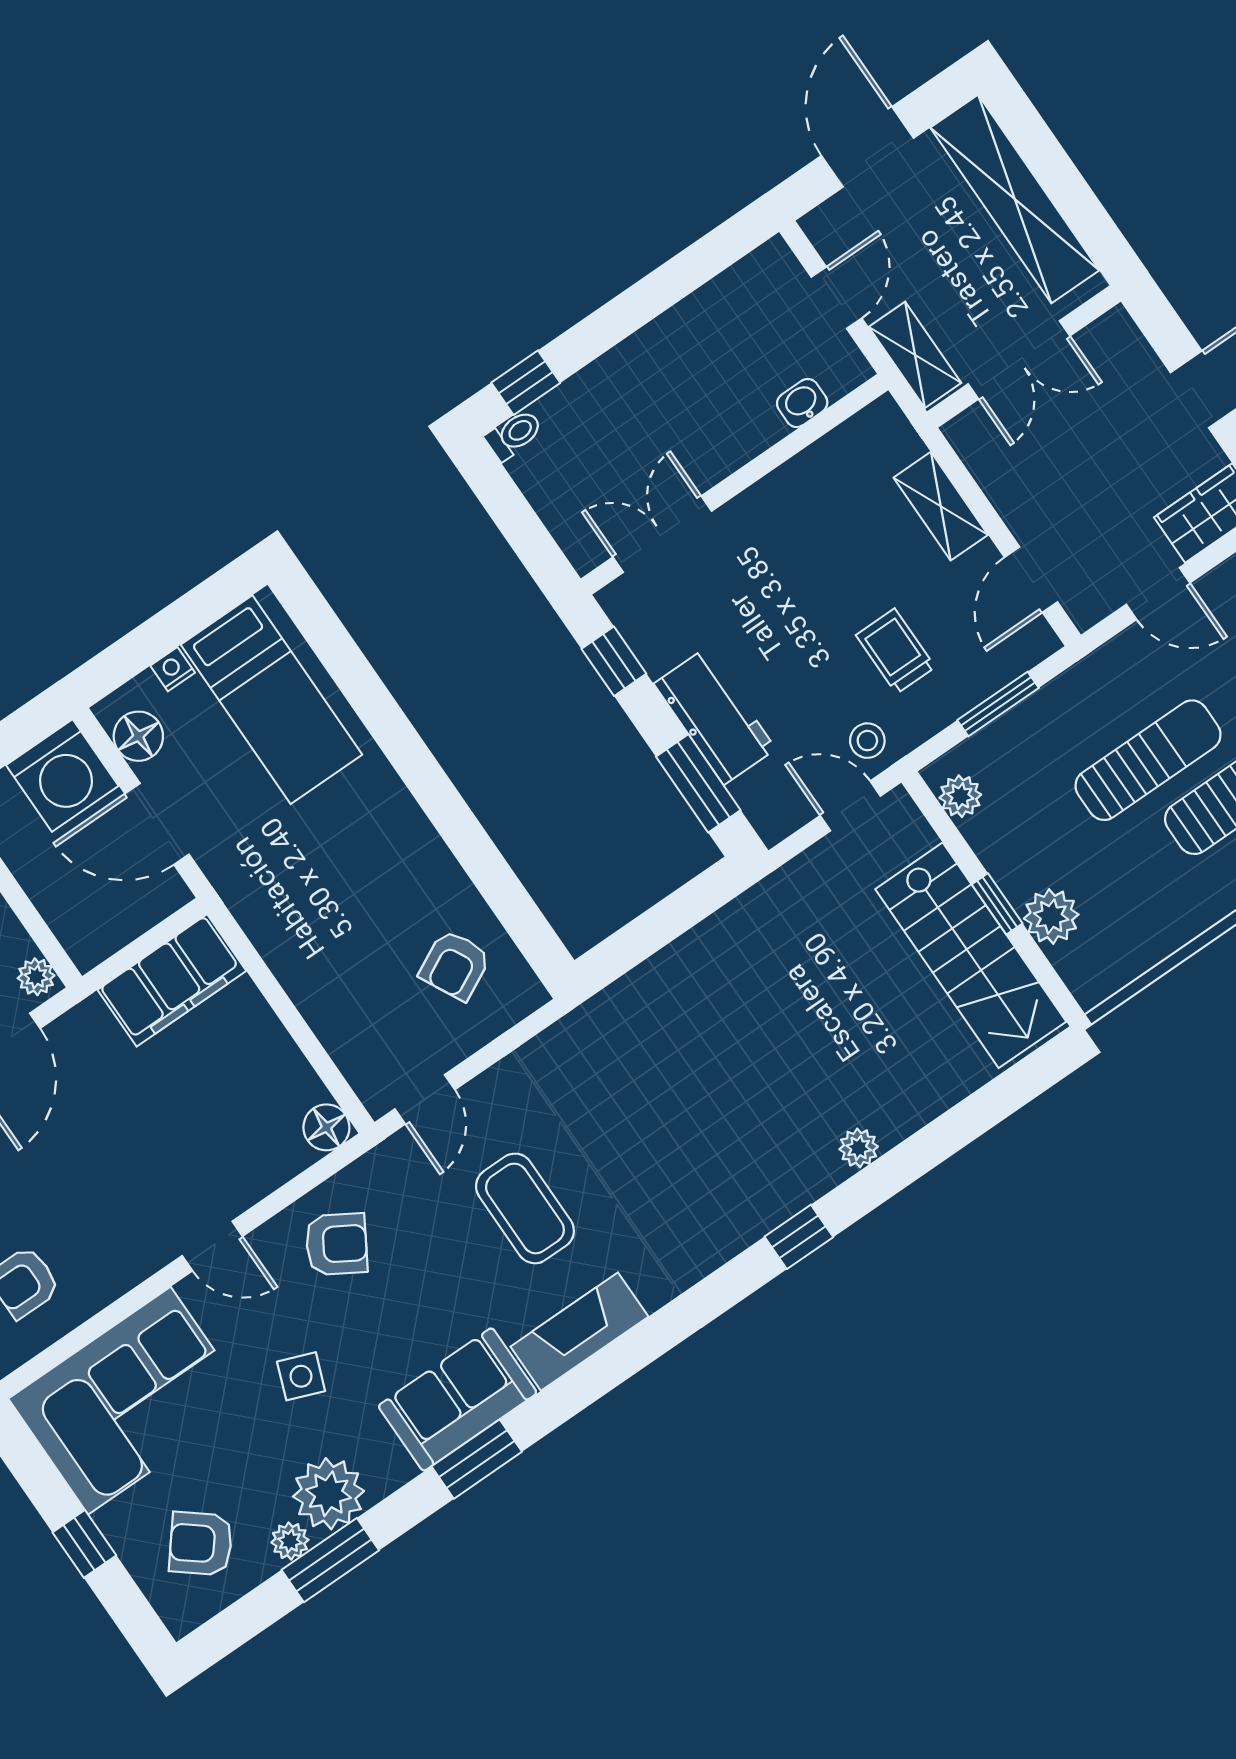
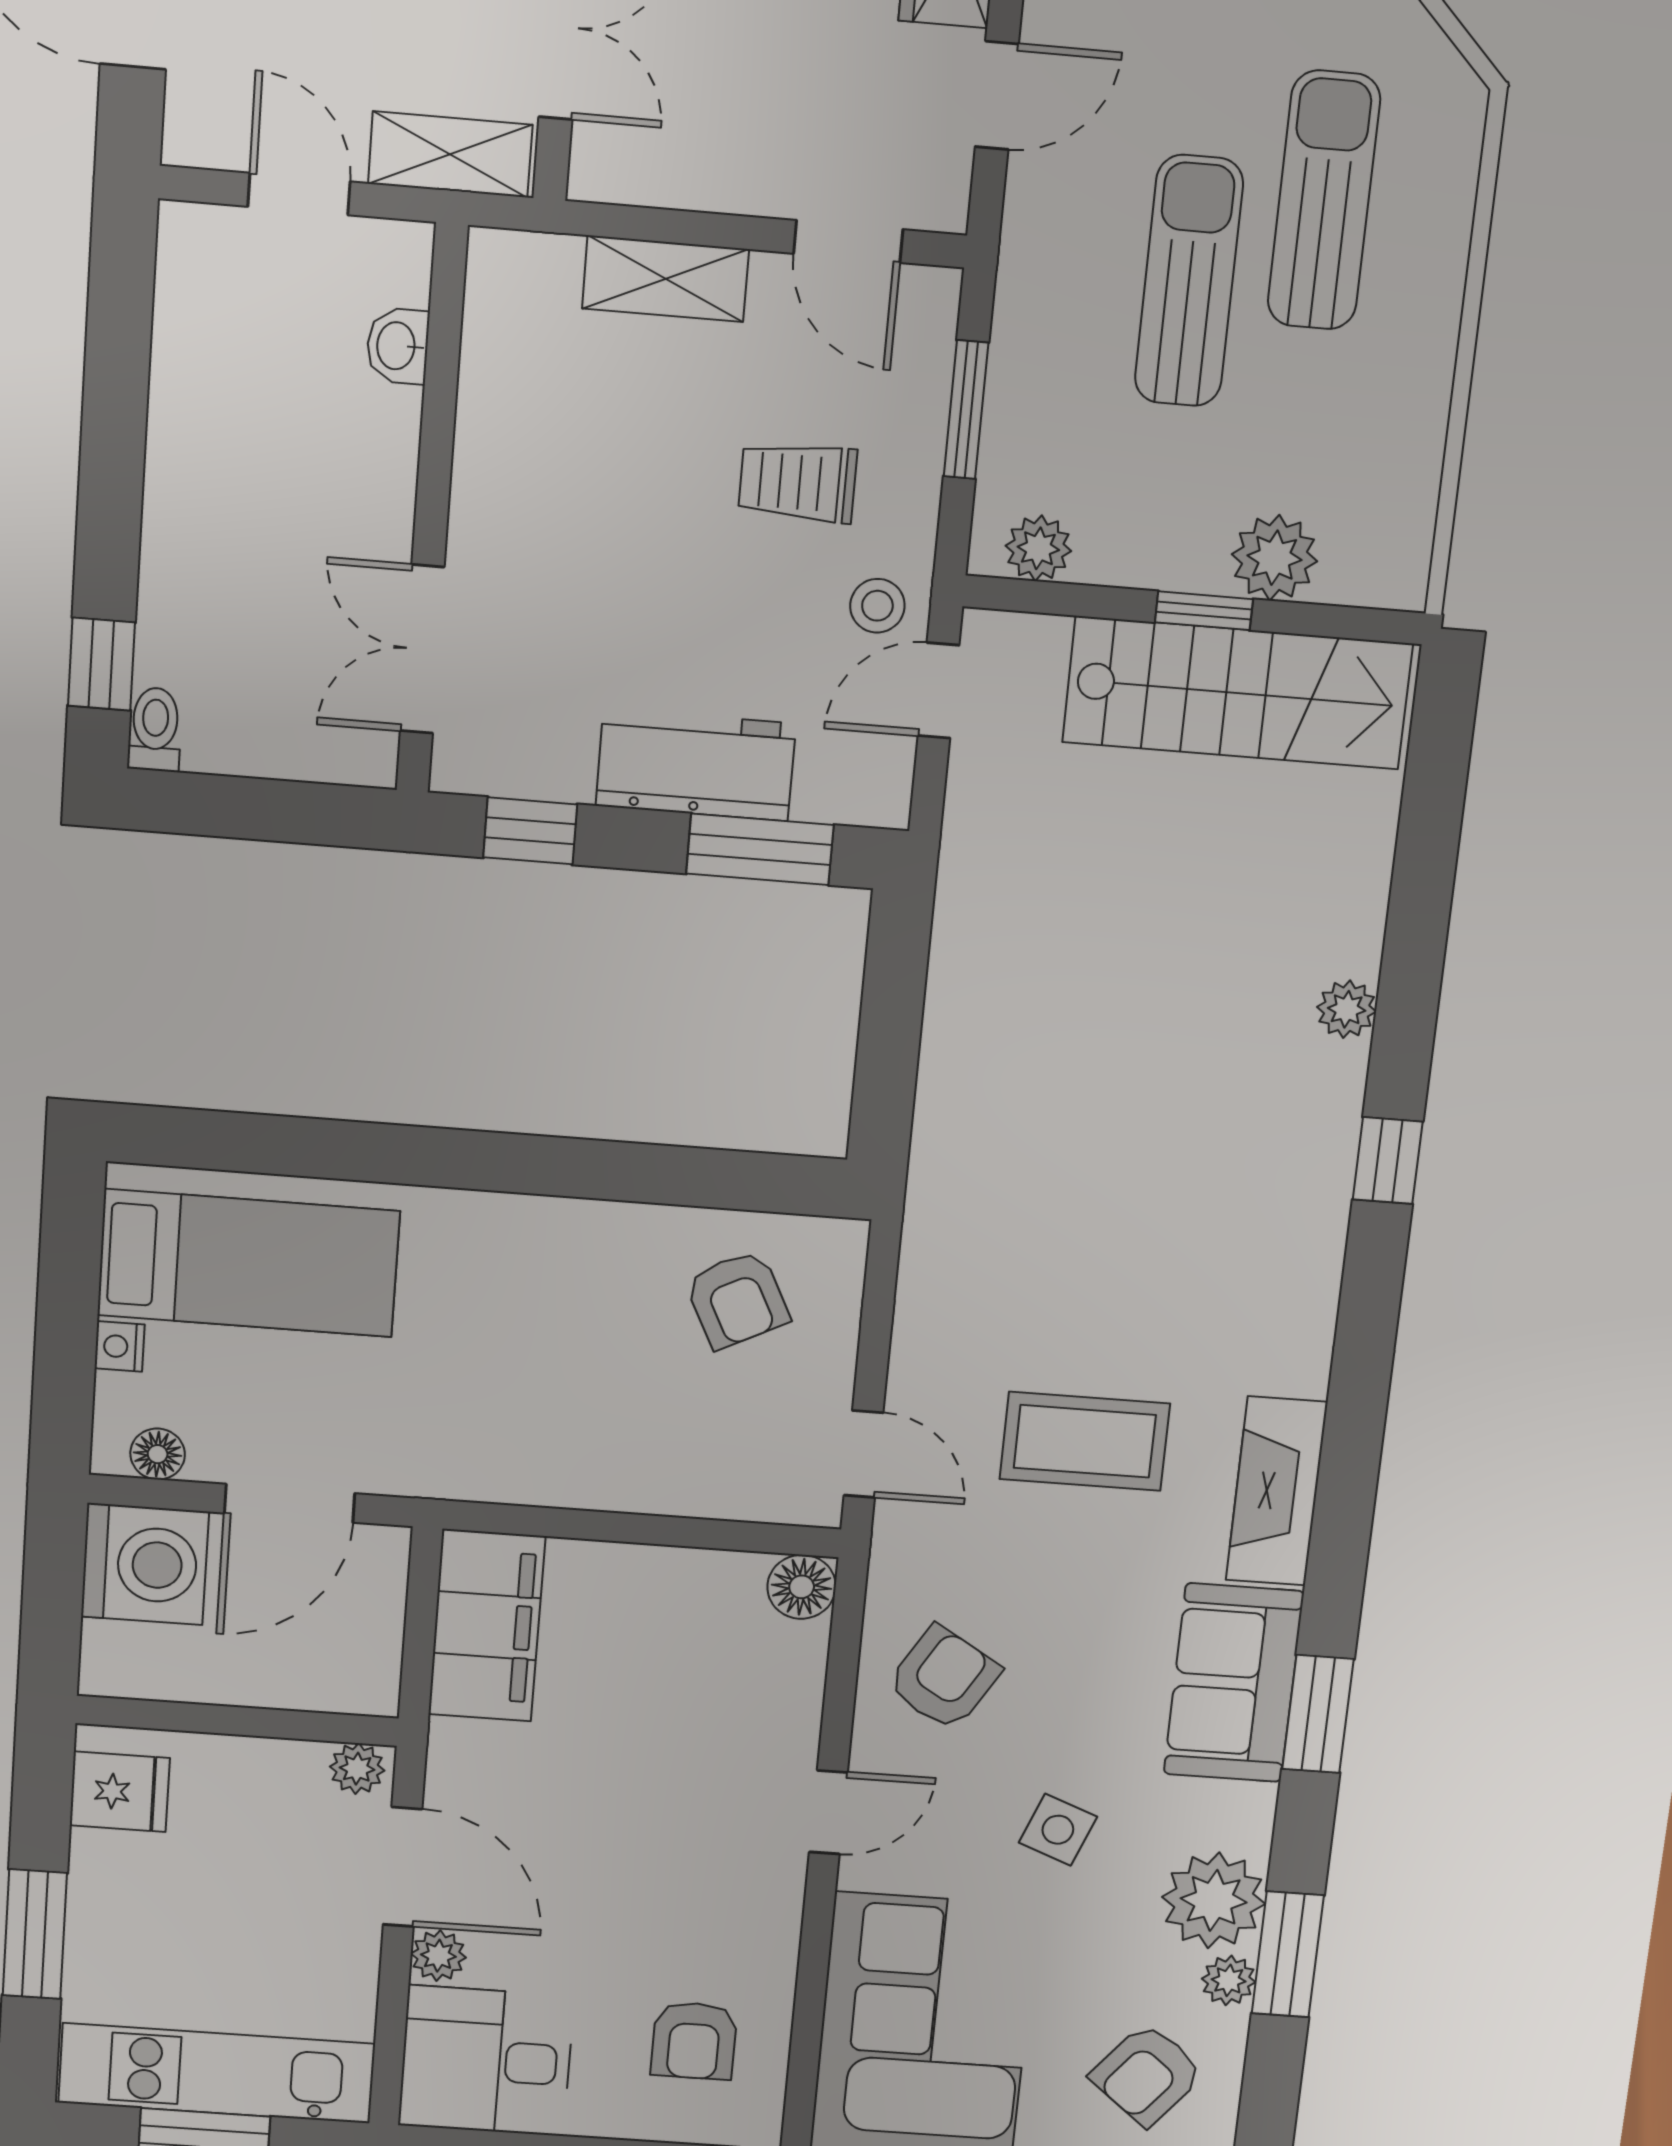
floor lamp: (138, 736) -> (158, 1454), width x0.73, depth x0.73

